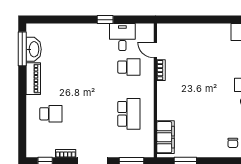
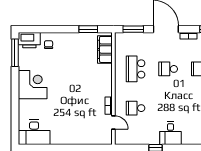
desk: (122, 37) -> (170, 133), moved
school desk: (90, 114) -> (168, 69), added

